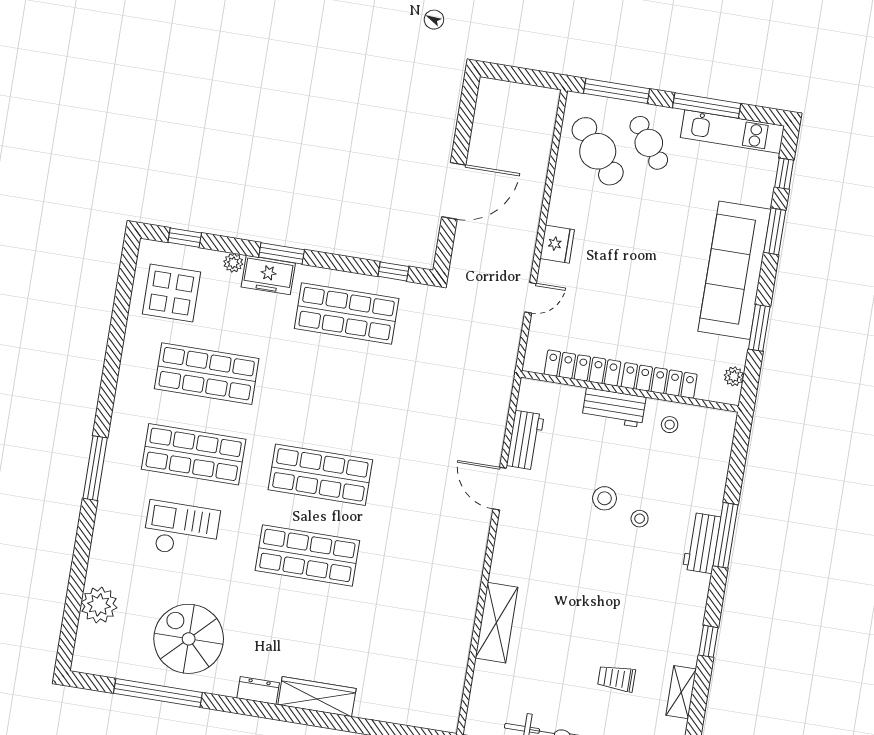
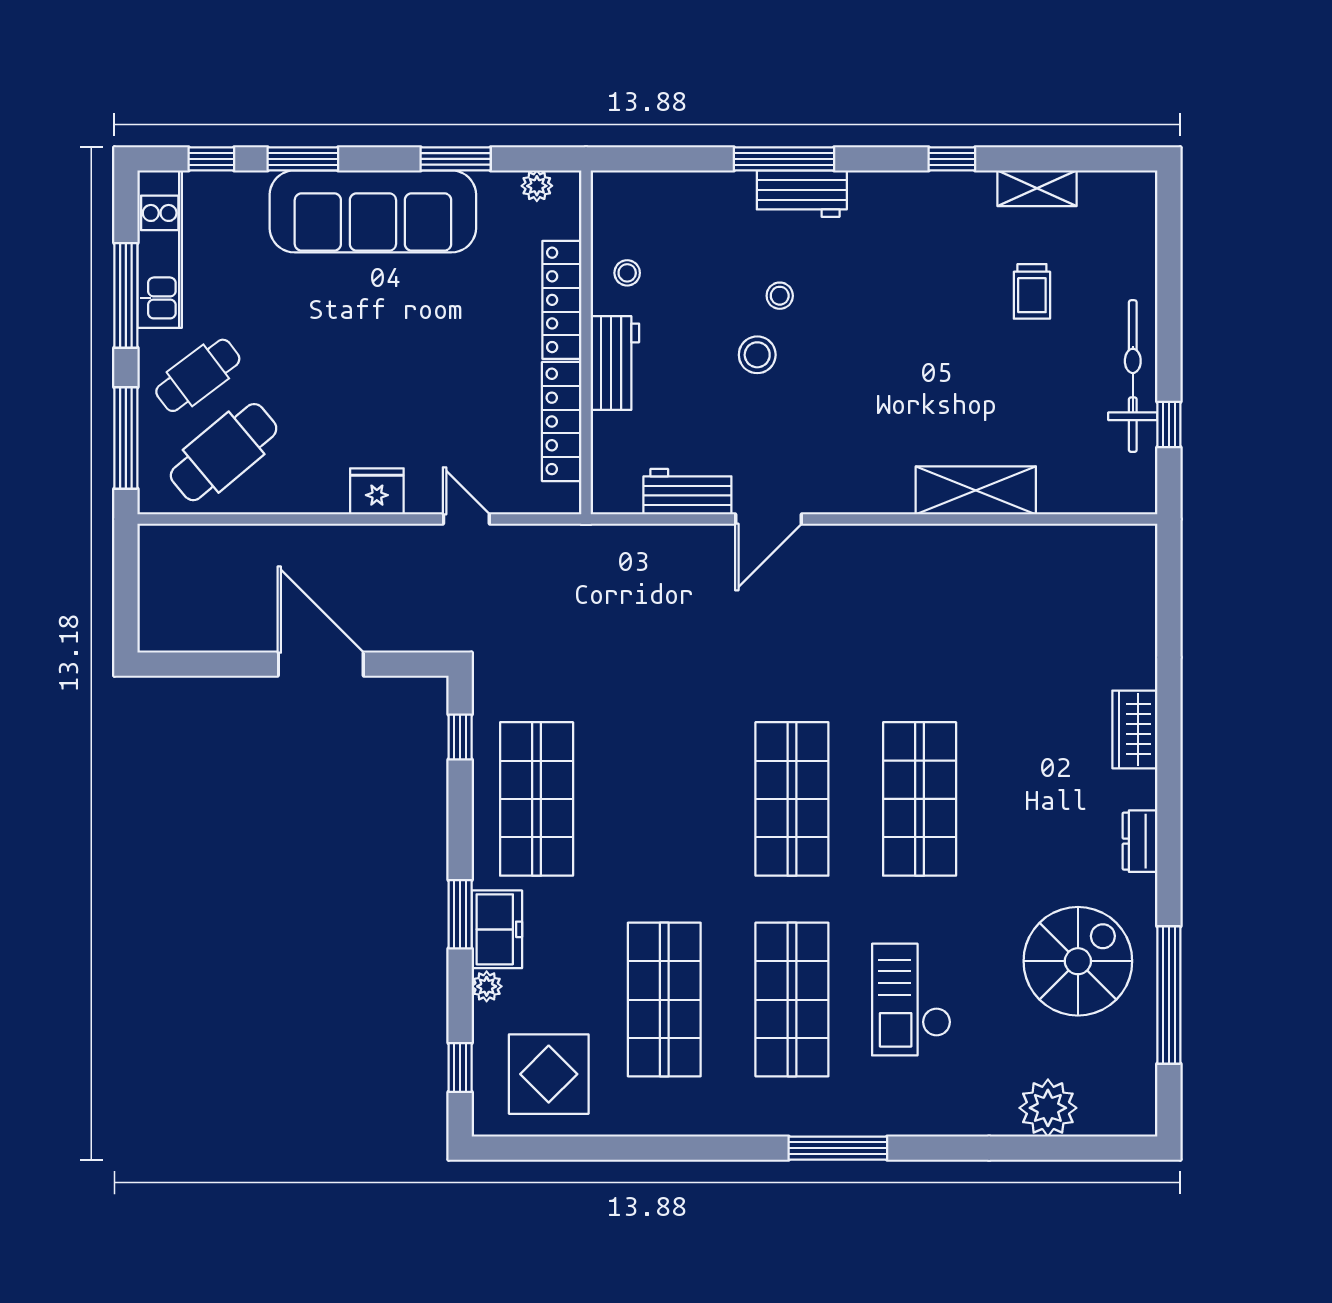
spiral stairs: (189, 639) -> (1078, 961), turned 180
wardrobe: (317, 697) -> (1135, 729), width x0.67

